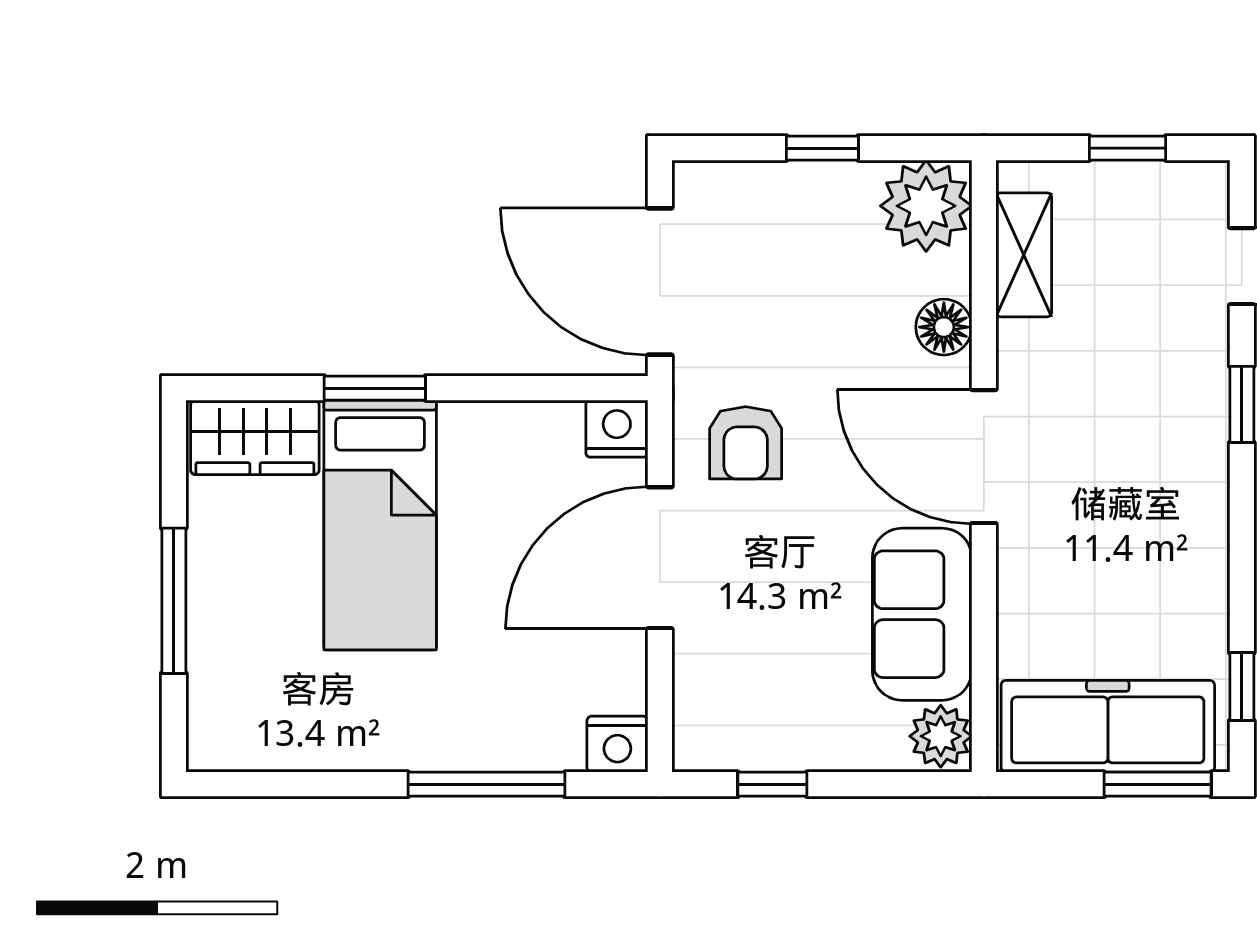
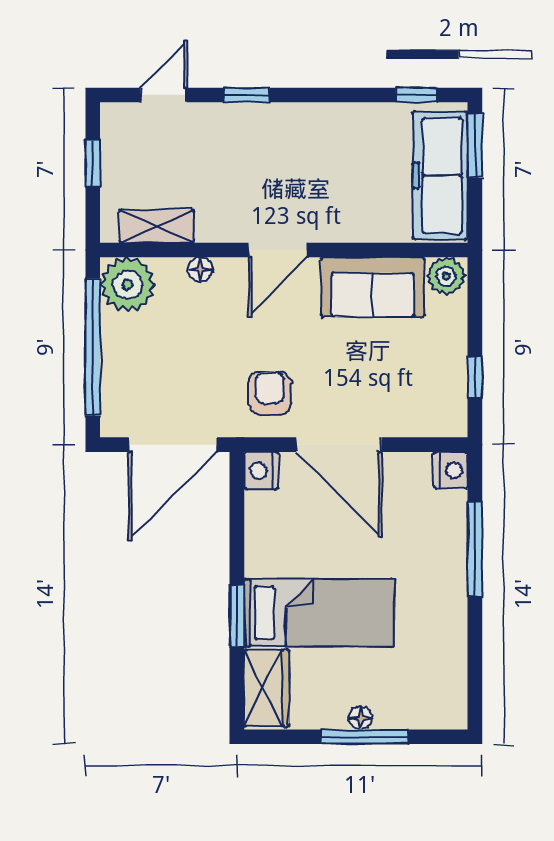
window: (822, 148) -> (93, 347), width x3.17
floor lamp: (944, 327) -> (200, 269), width x0.73, depth x0.73
armchair: (746, 443) -> (270, 393), turned -90
door: (984, 457) -> (278, 250), width x0.73
floor lamp: (205, 593) -> (360, 718), added

